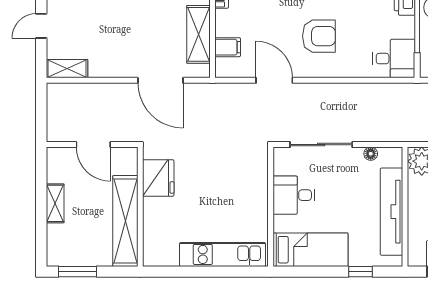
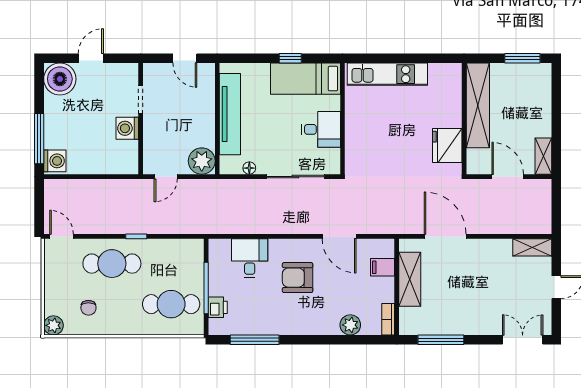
desk: (394, 59) -> (250, 258), moved, turned 90
shelving: (55, 203) -> (543, 156), moved
window: (361, 272) -> (290, 58), moved

